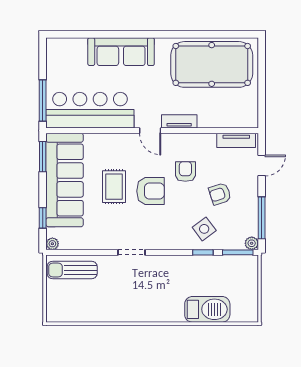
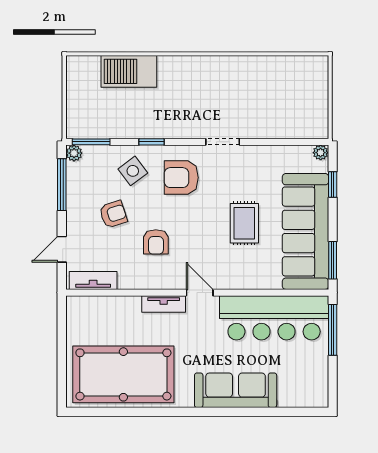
armchair: (151, 191) -> (181, 178), moved
window: (203, 252) -> (151, 142), moved
sun lounger: (72, 270) -> (296, 120), removed

